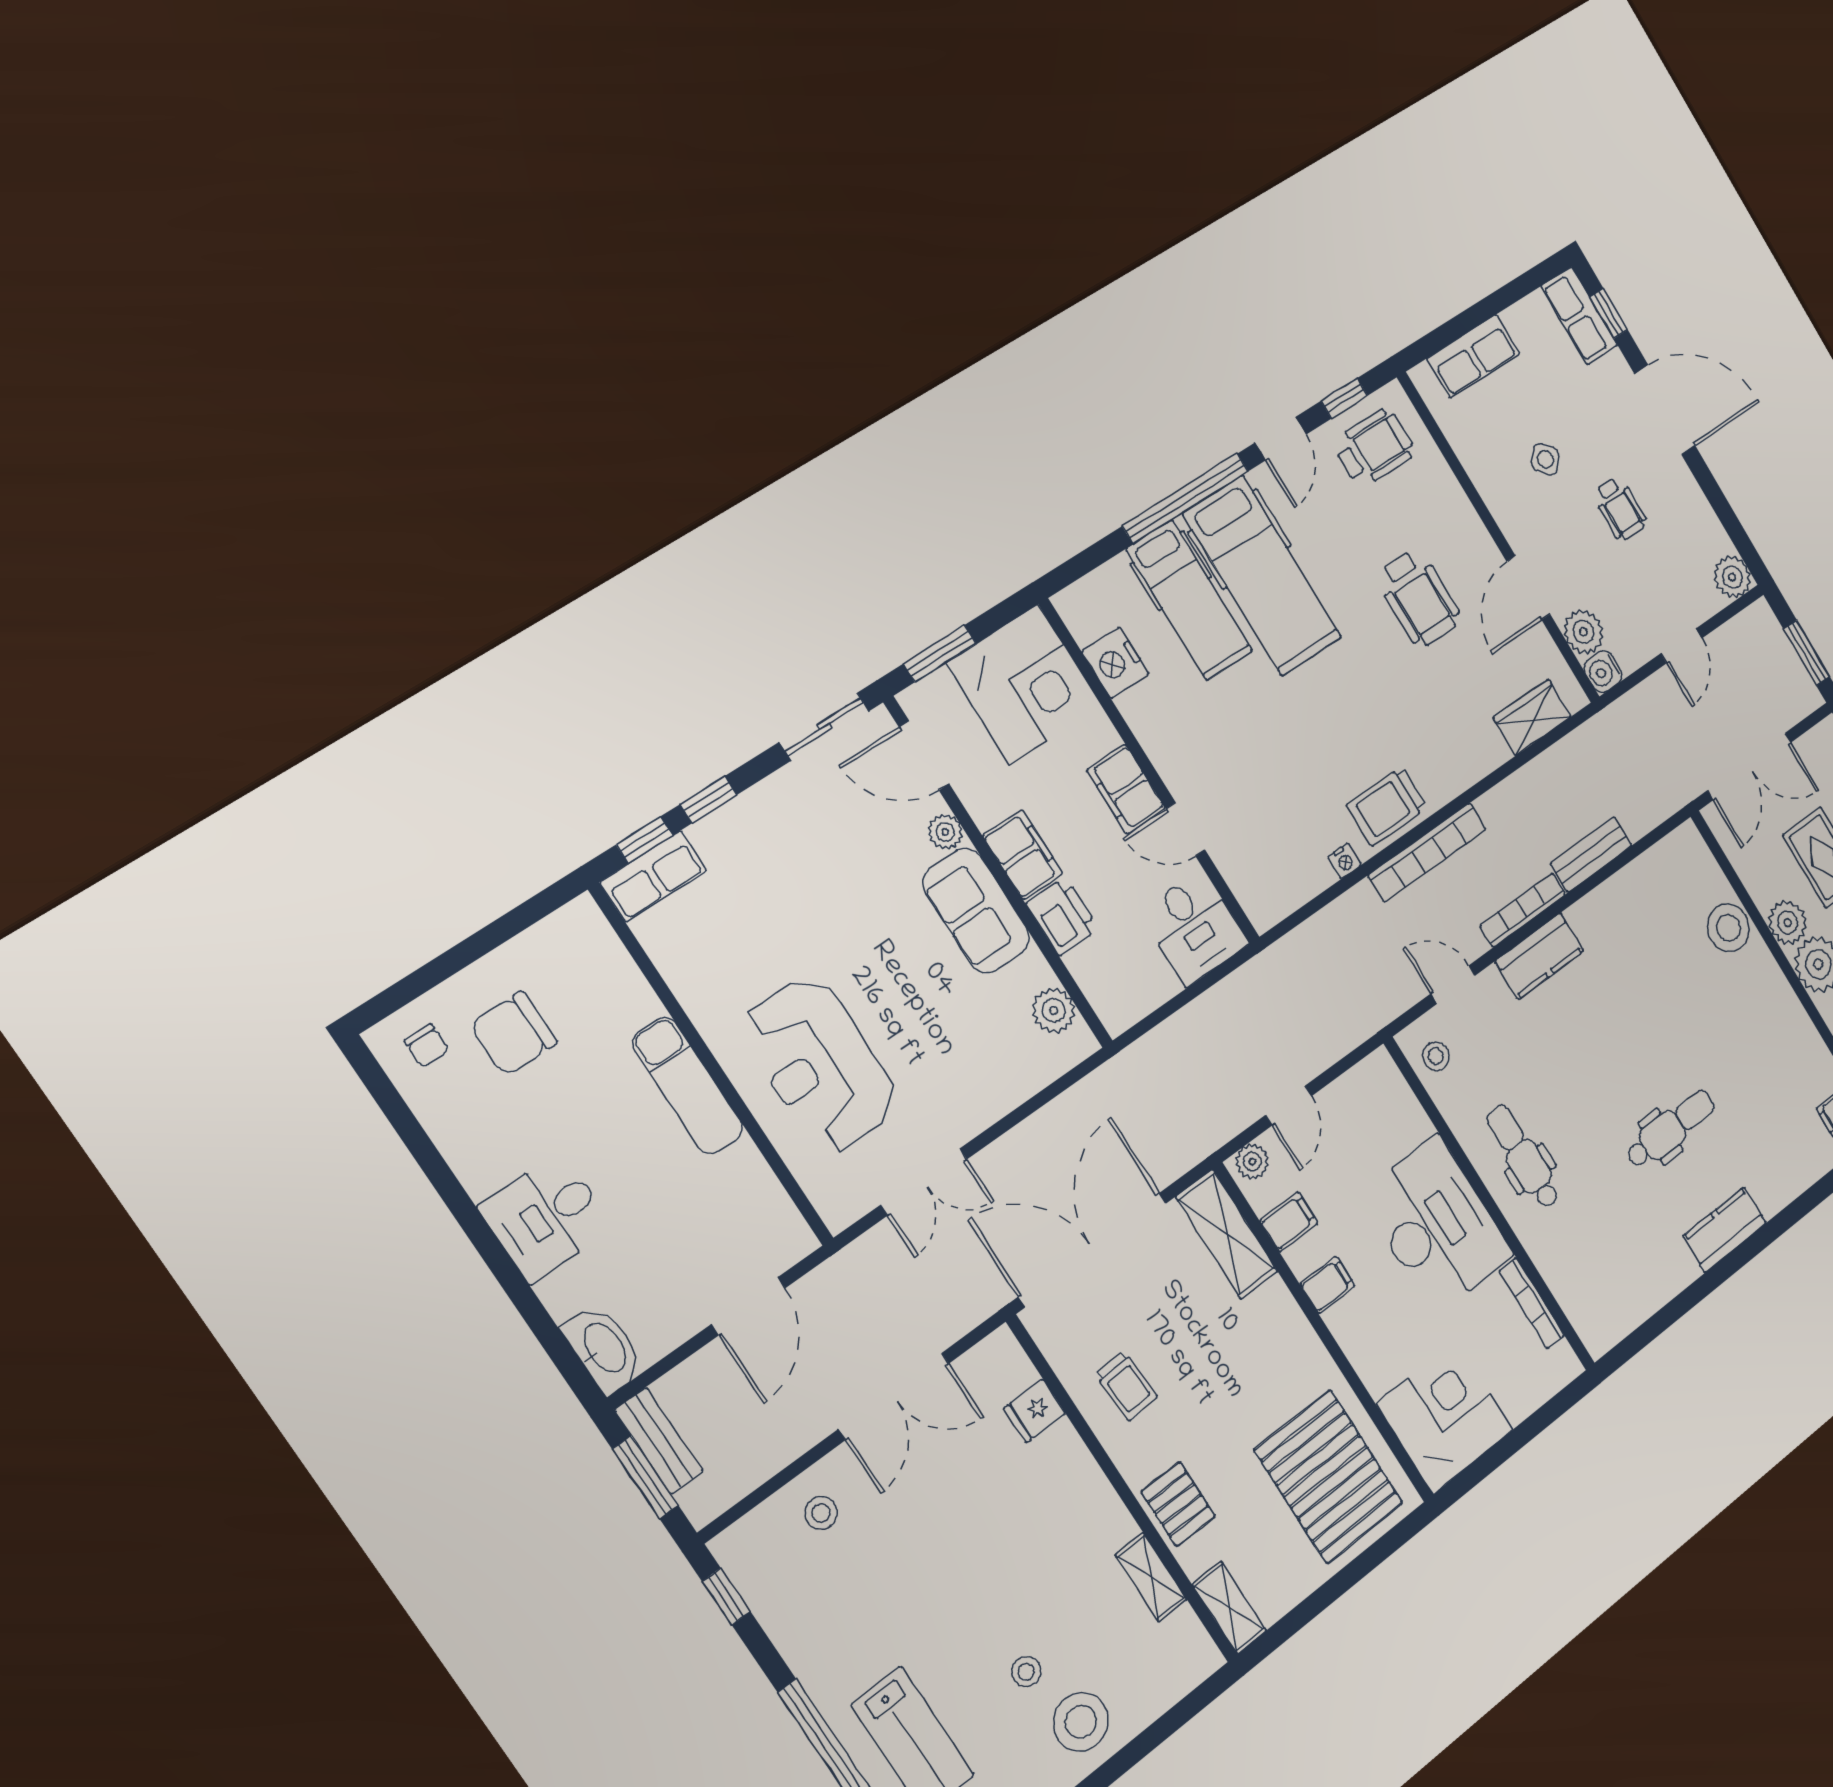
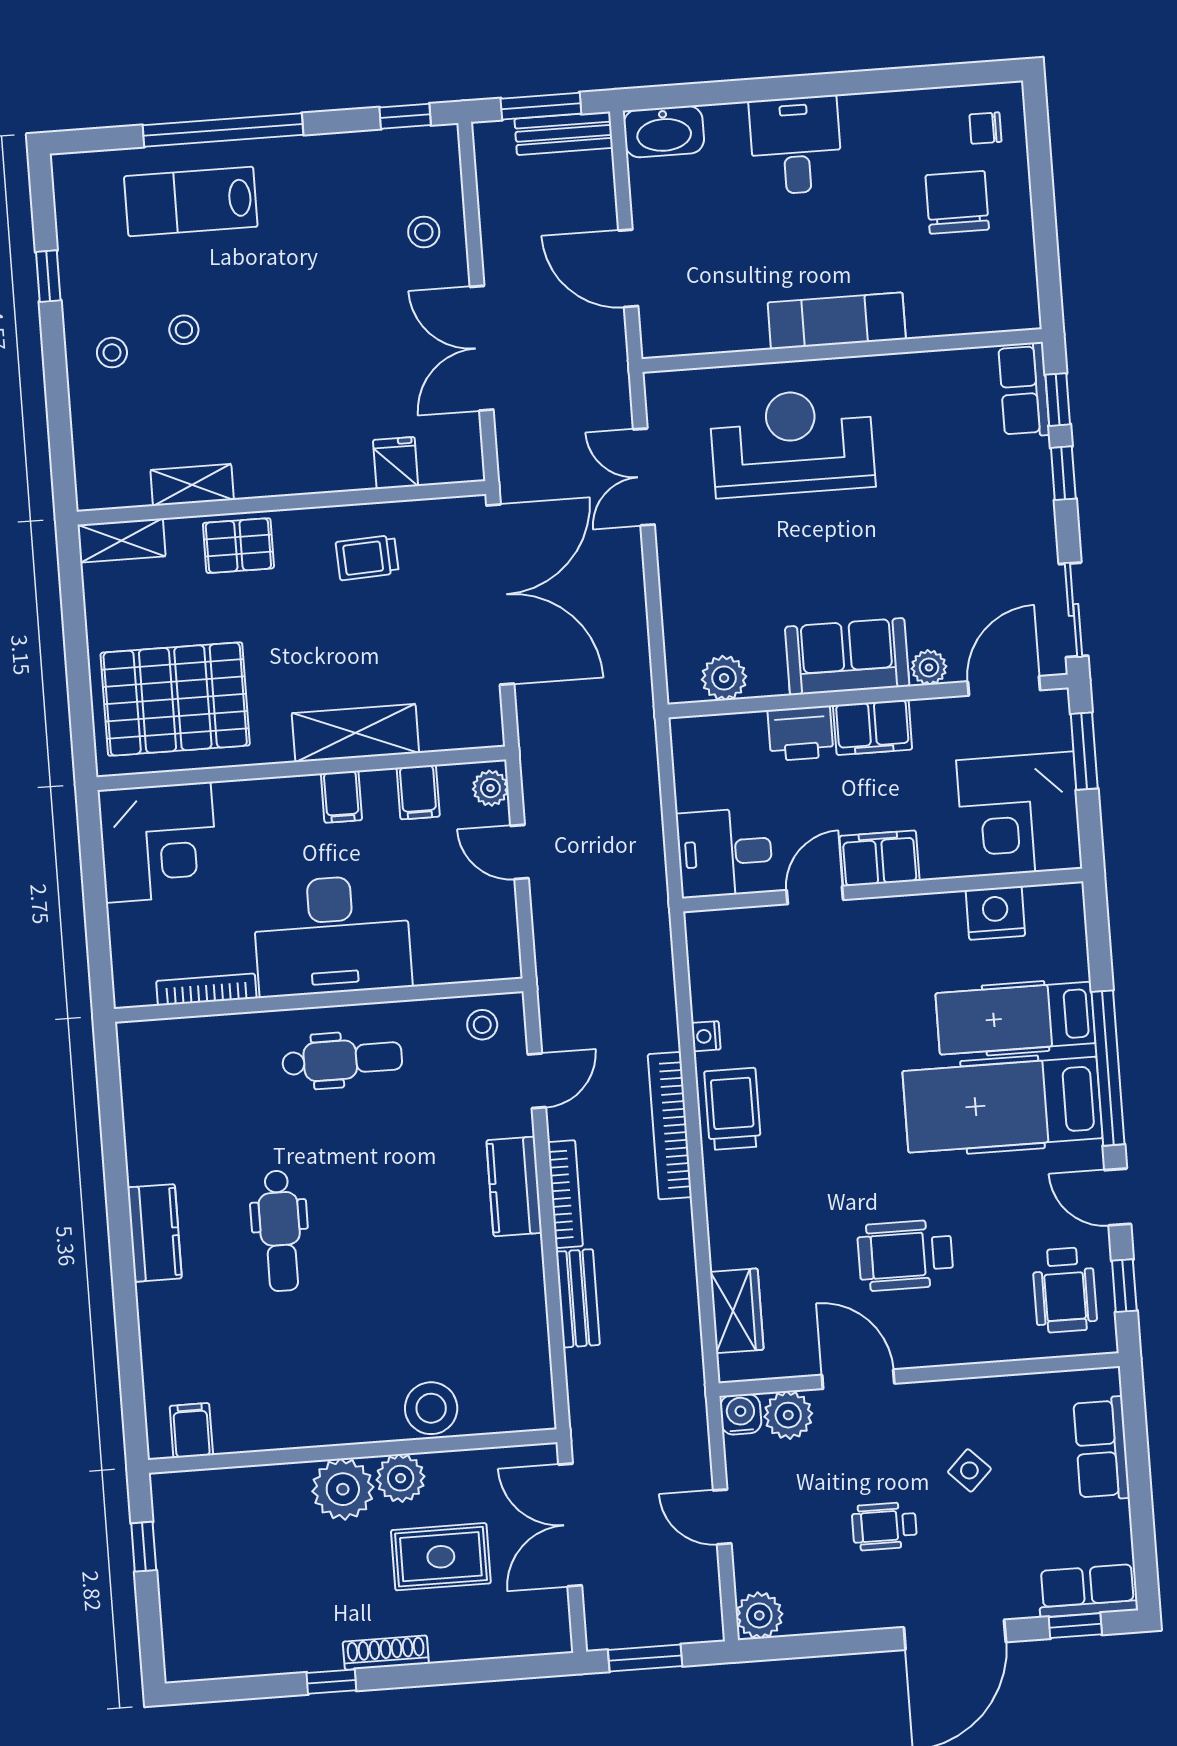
shelving: (1227, 1234) -> (355, 733), moved
stool: (1081, 1722) -> (112, 353), width x0.53, depth x0.53

